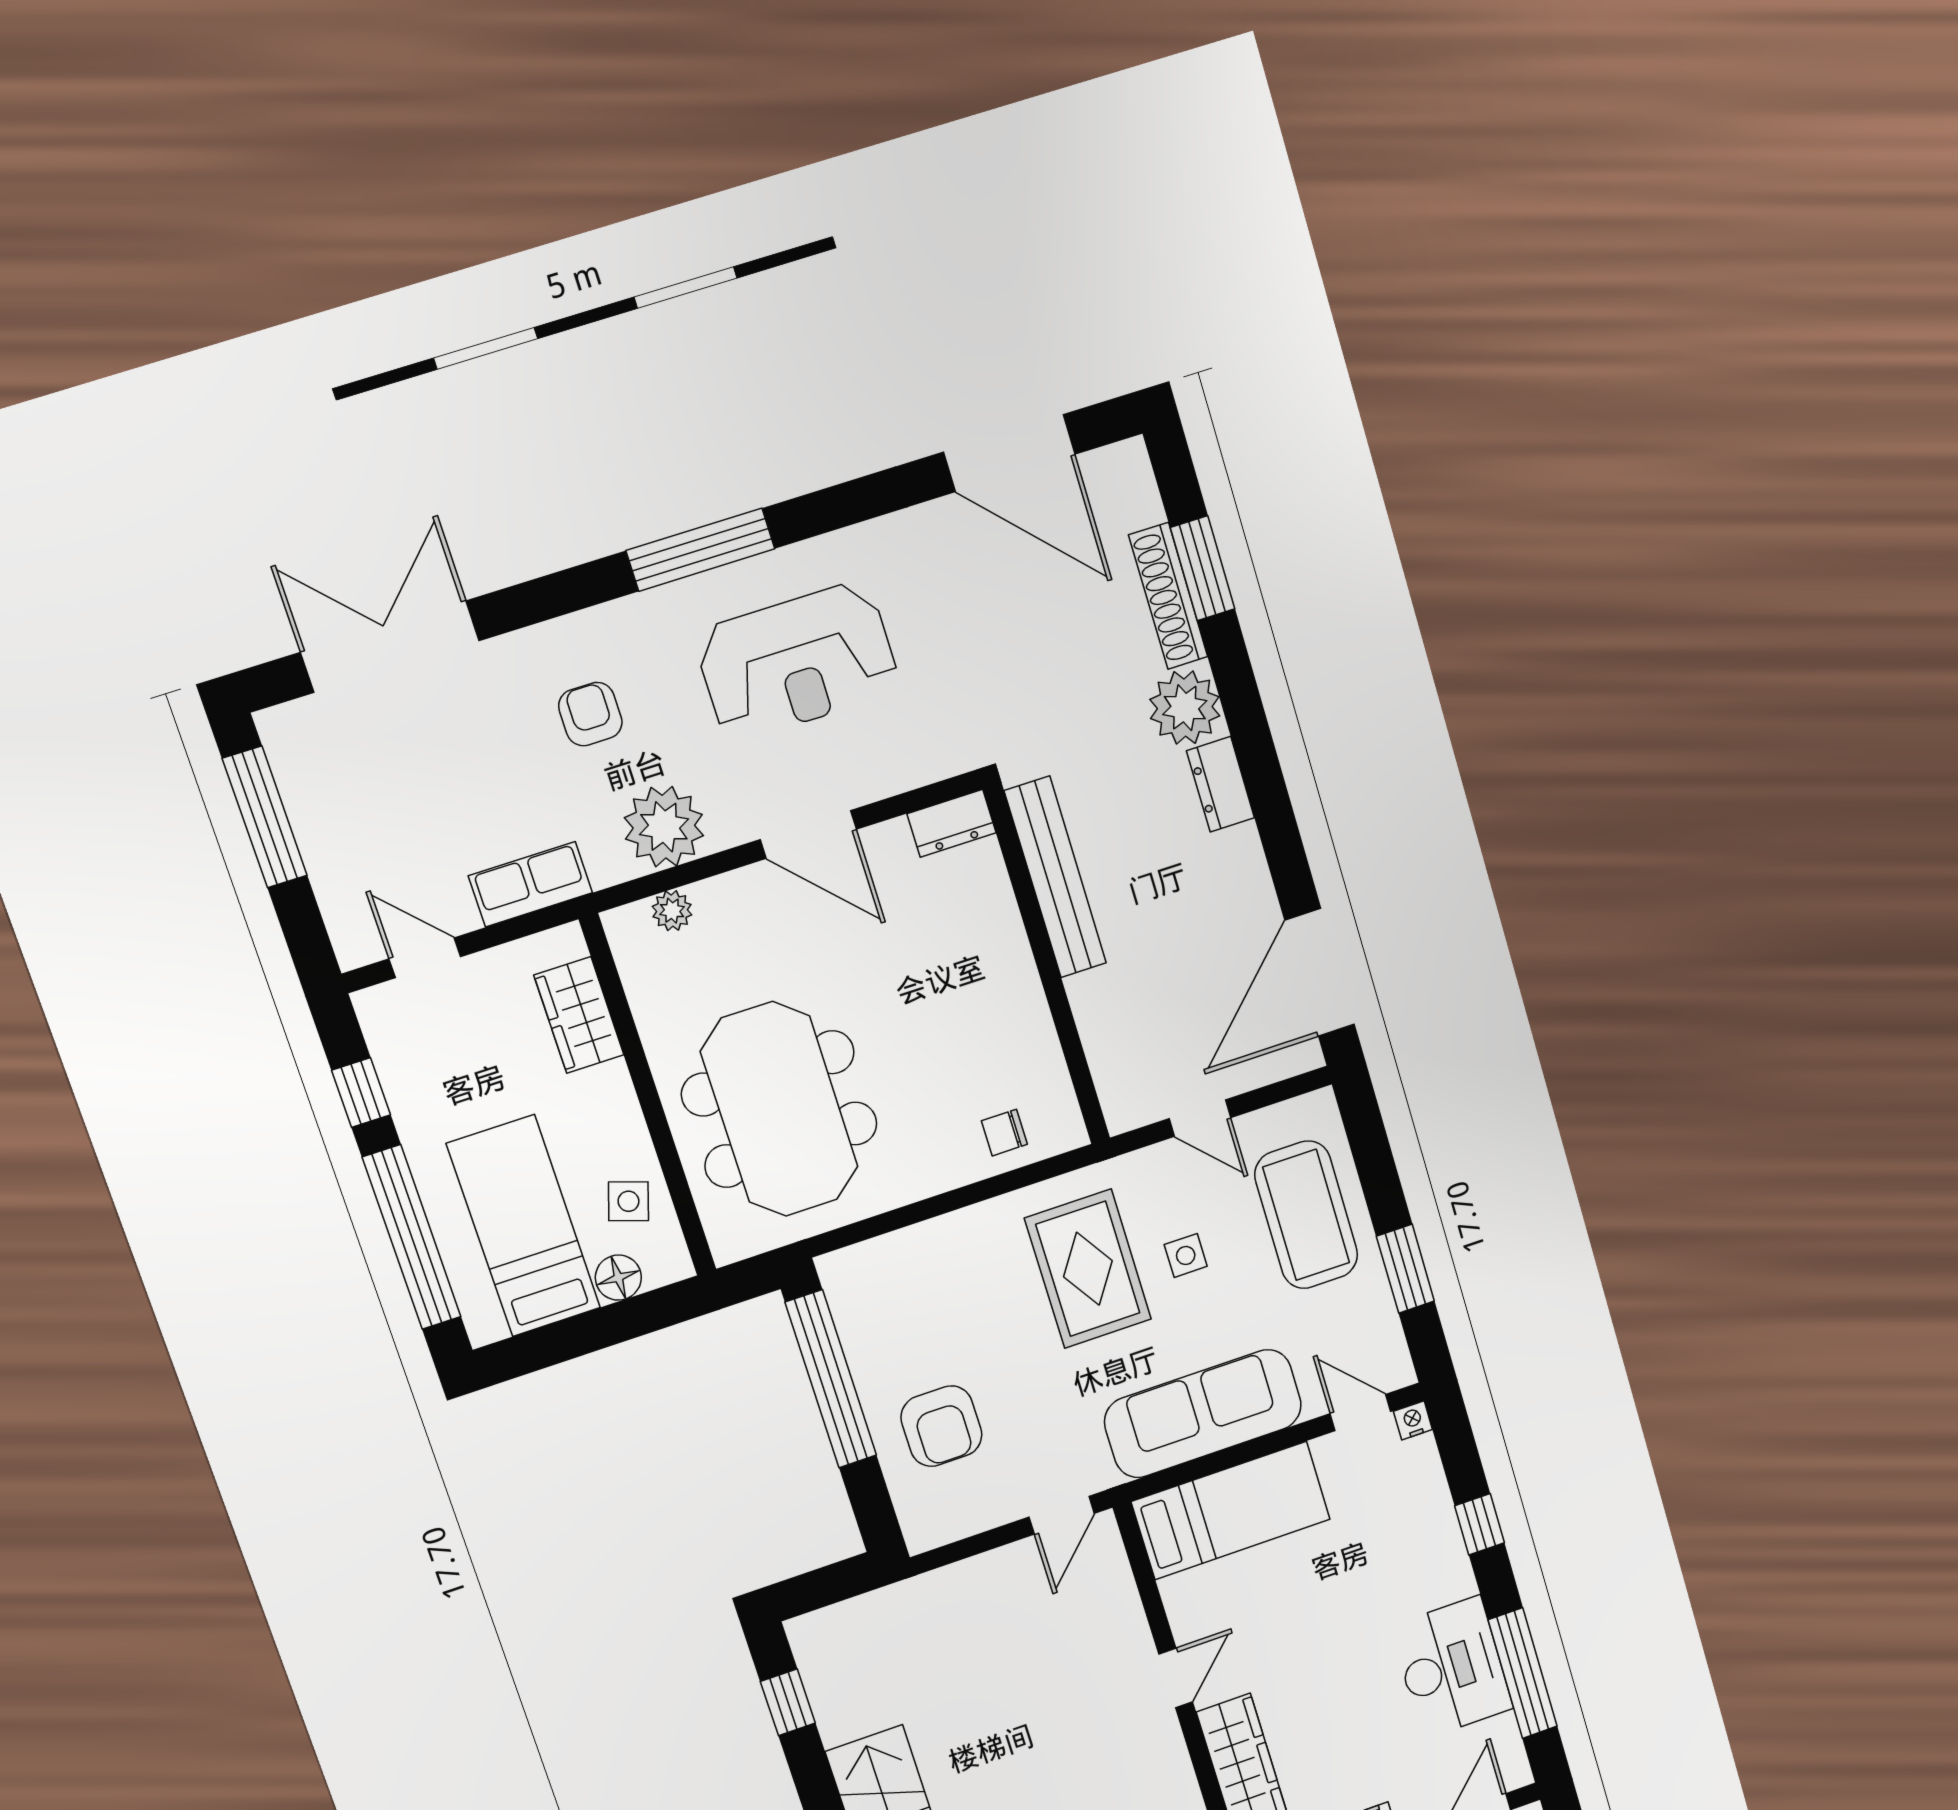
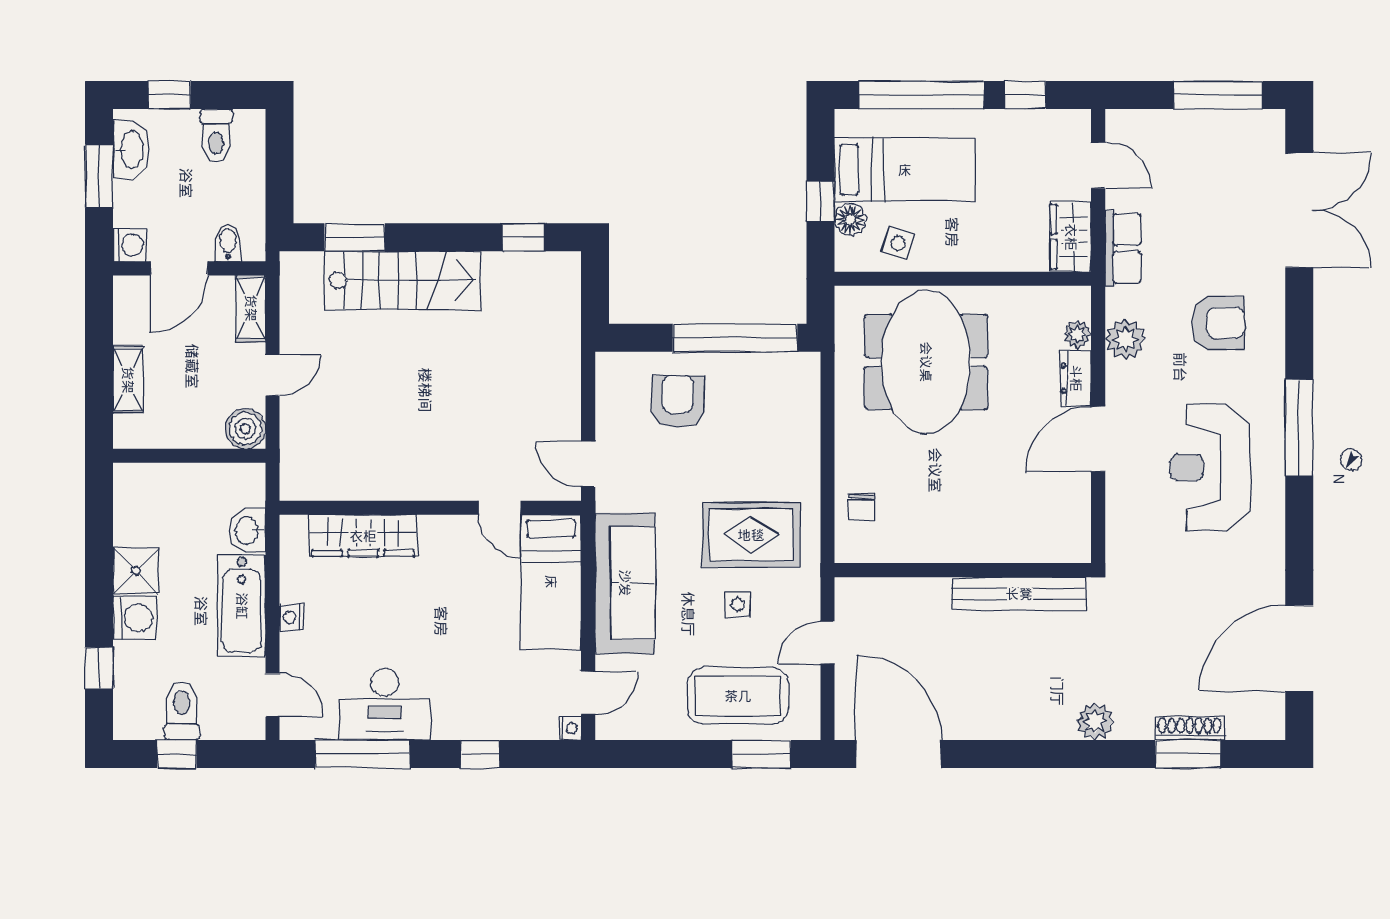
shoe rack: (1168, 596) -> (1190, 728), width x0.74, depth x0.81
plant: (1185, 708) -> (1095, 721), width x0.73, depth x0.73
armchair: (590, 714) -> (1218, 323), width x1.38, depth x1.38
dresser: (1220, 784) -> (1044, 724), removed
dresser: (952, 823) -> (1076, 378), moved
plant: (664, 827) -> (1125, 339), width x0.73, depth x0.73
door: (425, 958) -> (1098, 165), hinge flipped
wardrobe: (579, 1015) -> (1071, 237), moved, turned -90
meeting table: (779, 1109) -> (926, 362), turned 90
chair: (1004, 1133) -> (861, 507), turned 180
window: (1405, 1269) -> (761, 754), moved
window: (607, 1326) -> (821, 201), added
armchair: (941, 1426) -> (678, 402), turned 90
door: (1176, 1678) -> (499, 508), moved

